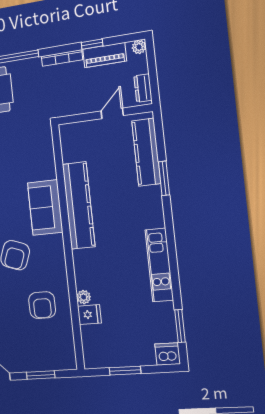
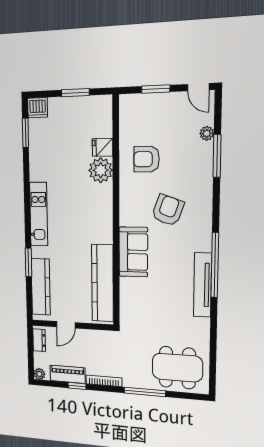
kitchen counter: (79, 205) -> (102, 283), moved
kitchen unit: (159, 265) -> (39, 214), moved
plant: (84, 297) -> (101, 170), width x1.88, depth x1.88
armchair: (42, 305) -> (147, 159), turned -90

